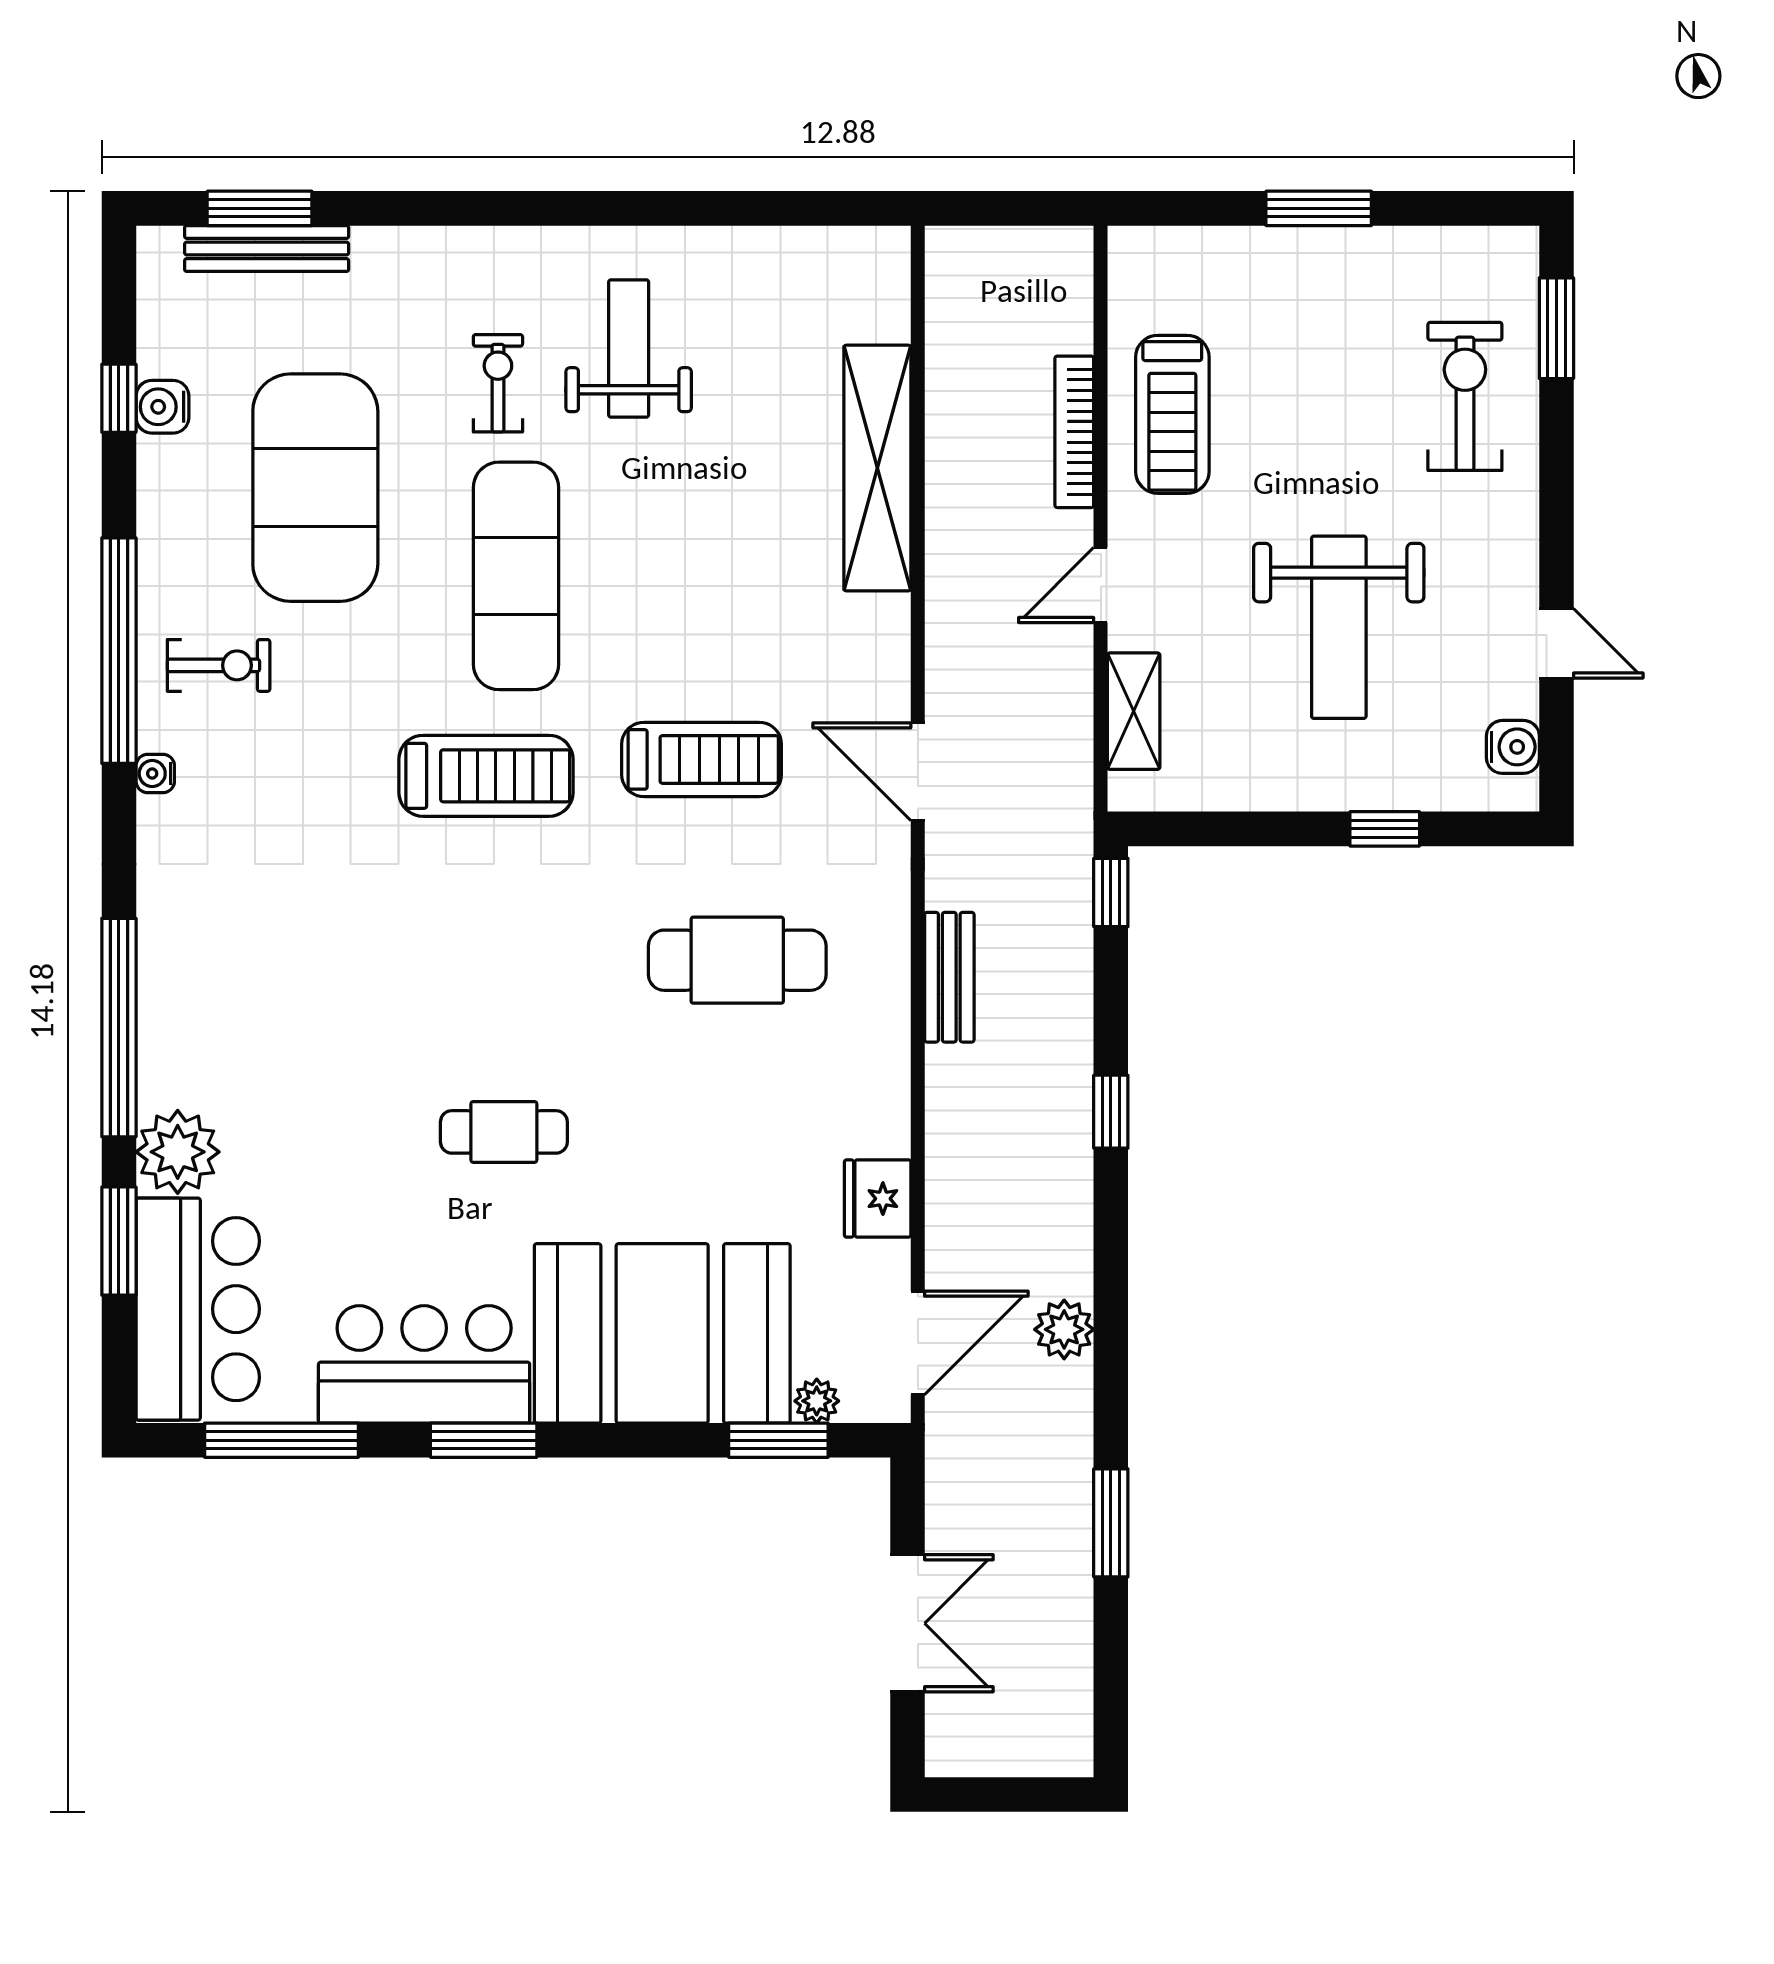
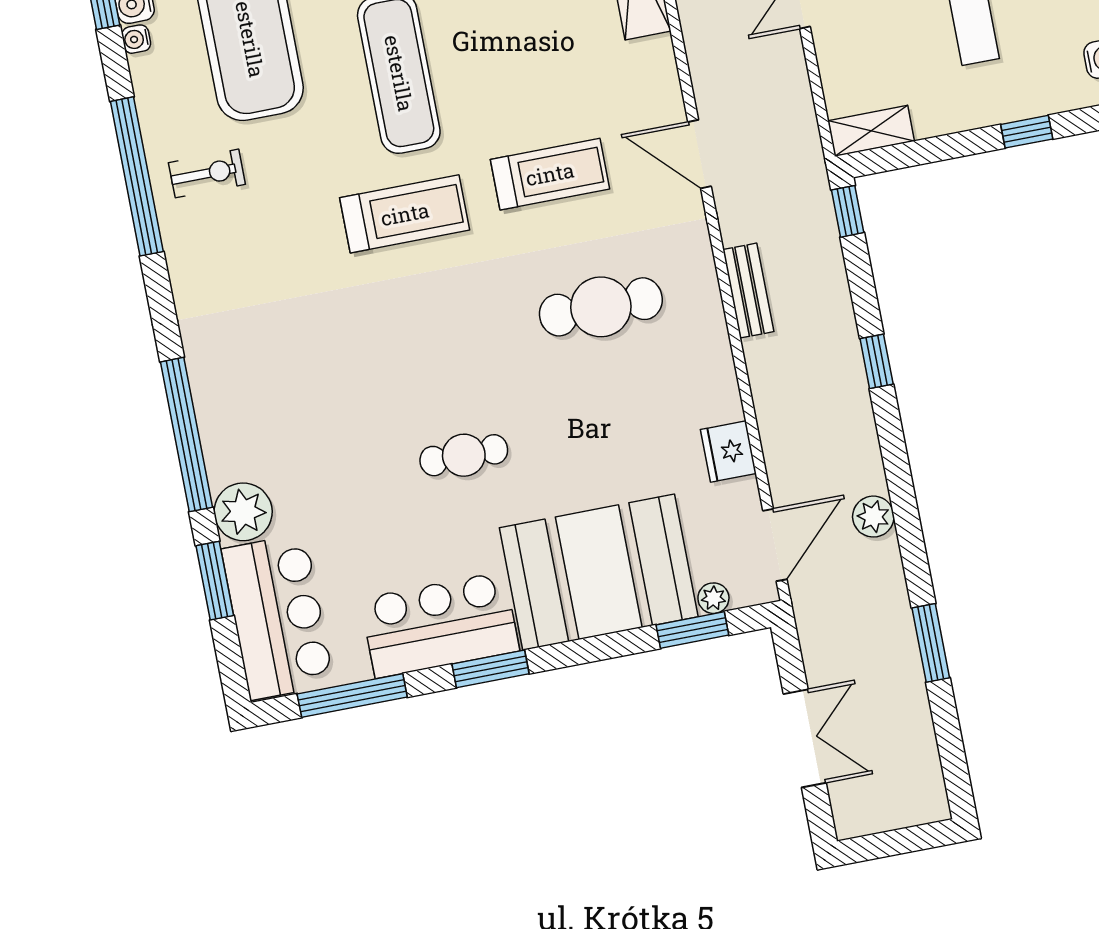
shelving: (1134, 711) -> (871, 131), moved, turned 90
water cooler: (155, 773) -> (136, 39), moved

